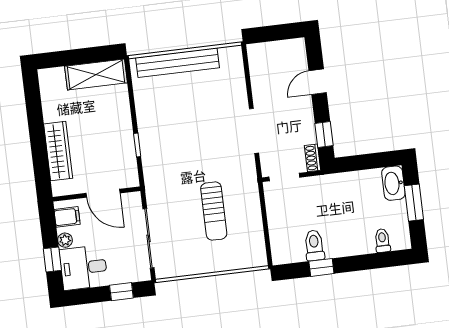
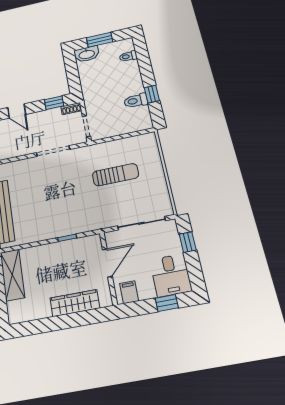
plant: (65, 240) -> (149, 293), removed

